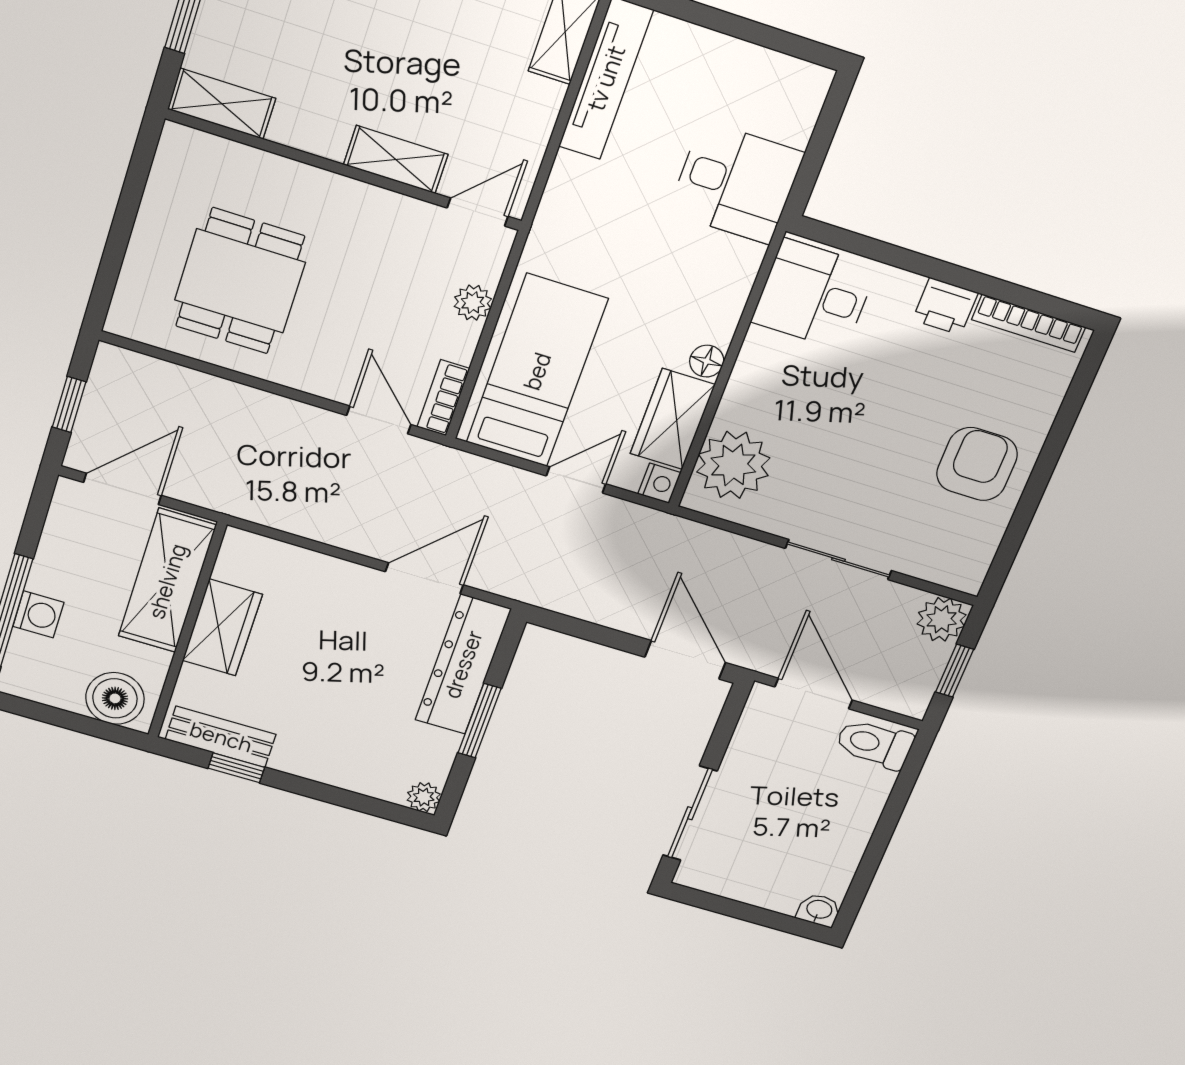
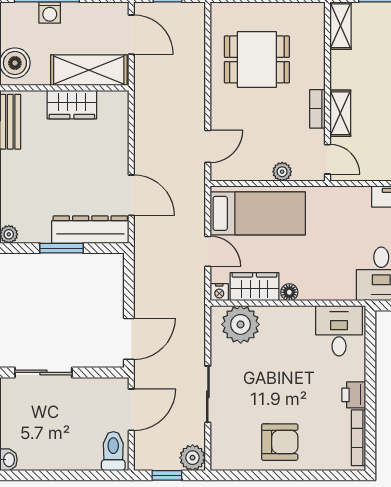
bookcase: (443, 398) -> (317, 109), moved, turned -90

